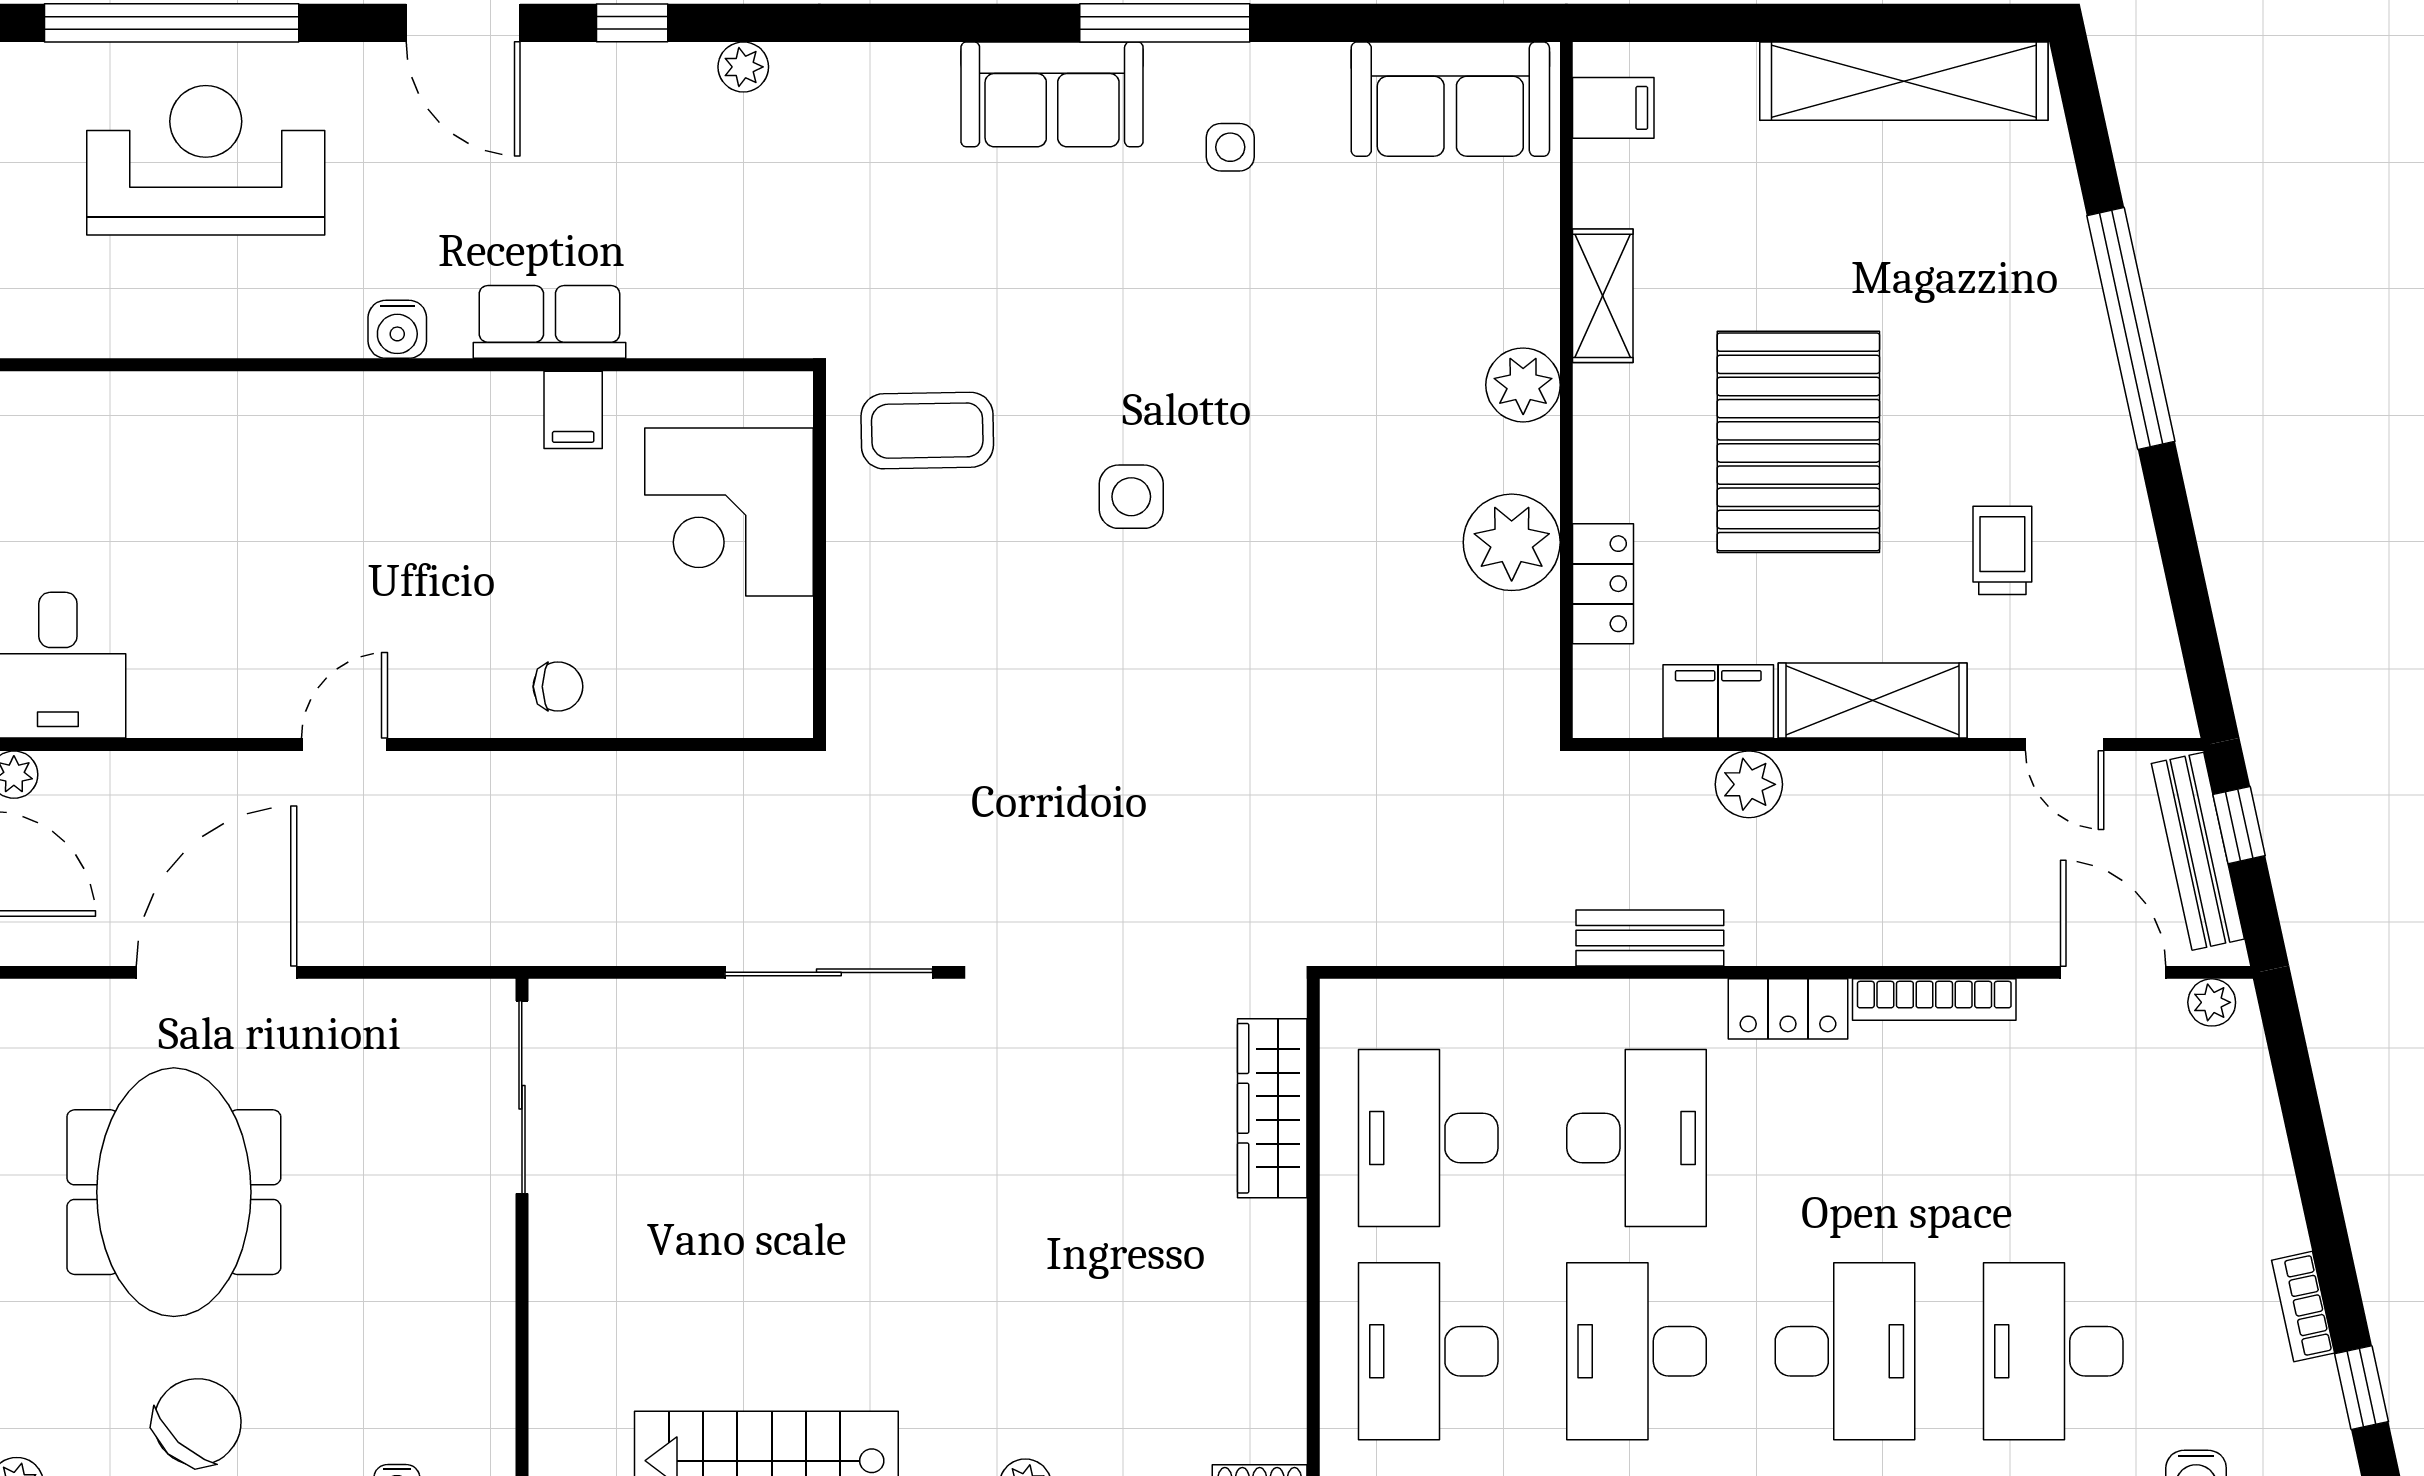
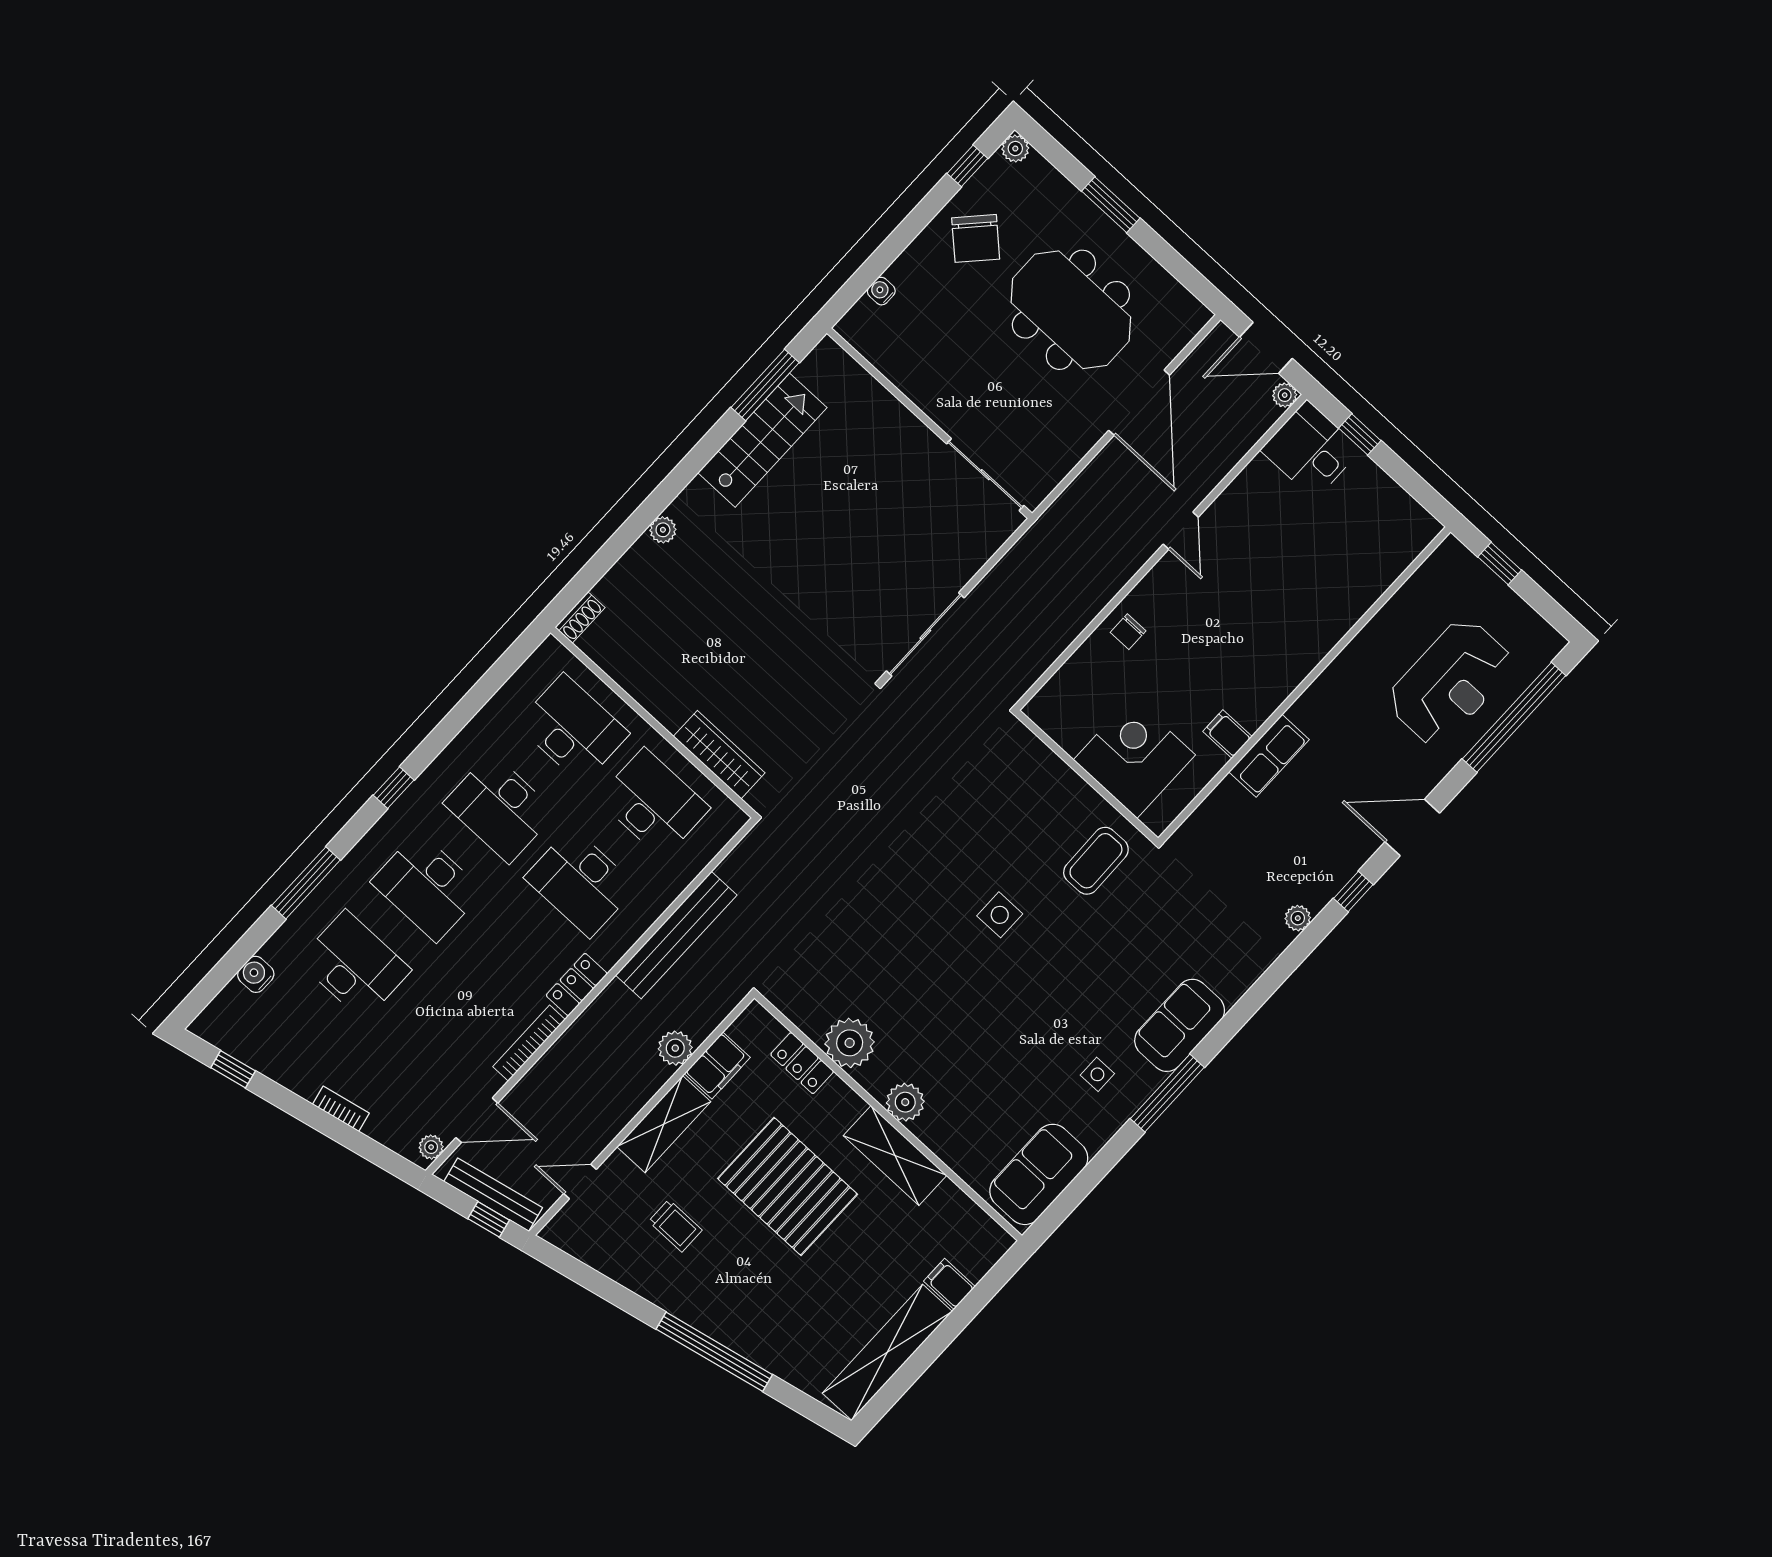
filing cabinet: (1613, 108) -> (949, 1284), moved, turned 90
shelving: (1603, 296) -> (895, 1156), width x1.50, depth x1.33
water cooler: (397, 329) -> (1319, 696), removed
bench: (1650, 938) -> (676, 935), width x1.86, depth x1.21
bookcase: (2303, 1307) -> (341, 1109), moved
desk: (1637, 1351) -> (500, 808), turned 180

